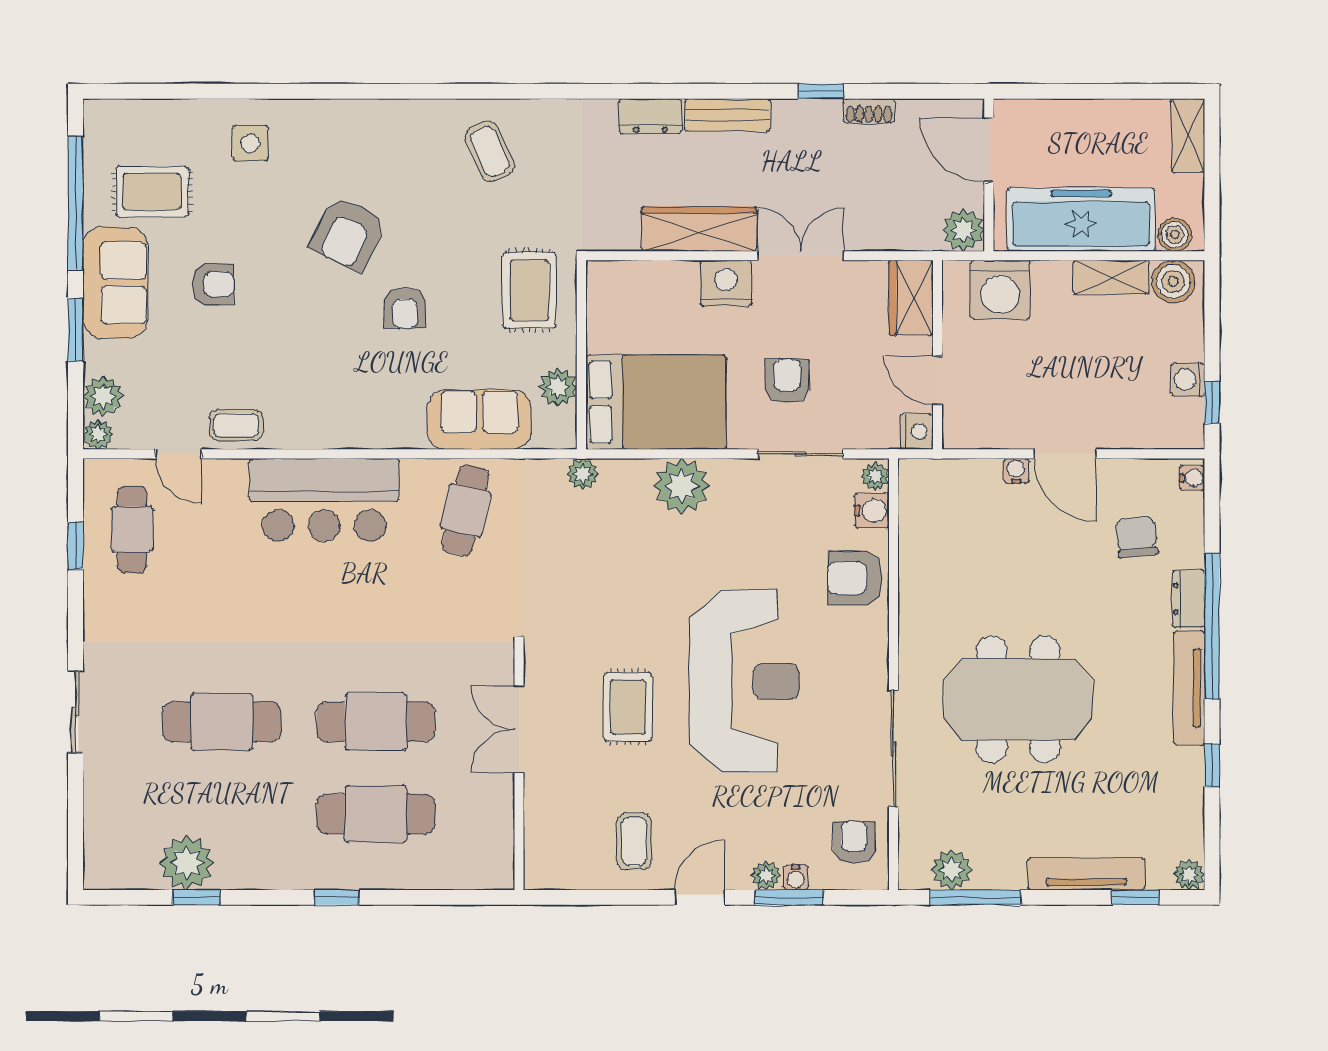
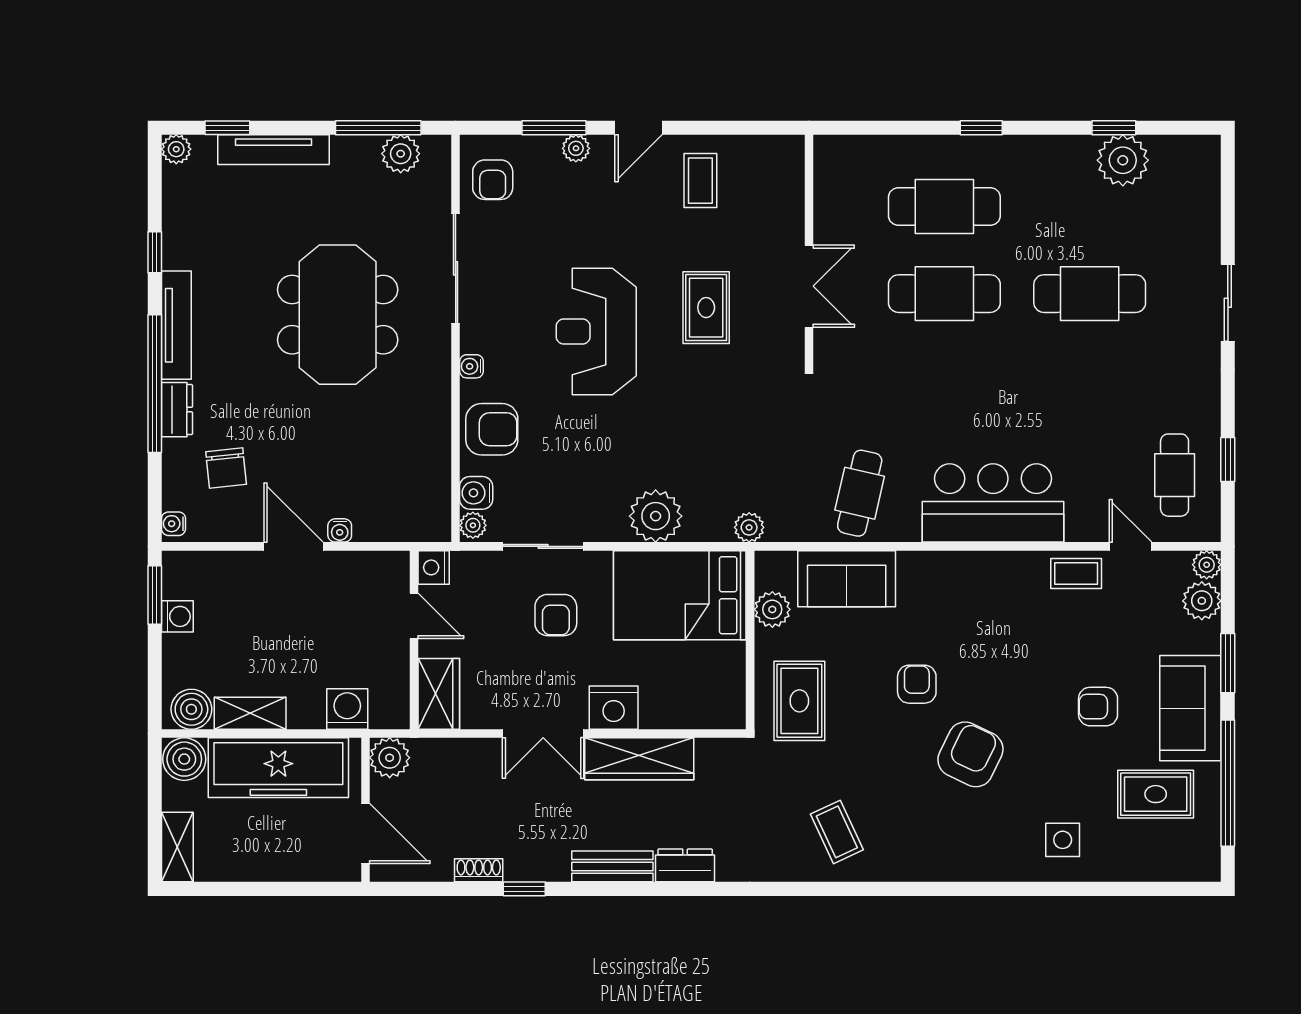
boiler: (1175, 235) -> (184, 759), width x1.36, depth x1.36
washing machine: (1000, 290) -> (347, 709), width x0.73, depth x0.73
window: (1212, 402) -> (155, 595), width x1.50
reception desk: (744, 681) -> (596, 332), width x0.74, depth x0.77
meeting table: (1018, 699) -> (338, 315), turned 90
water cooler: (796, 878) -> (471, 366), moved, turned -90

